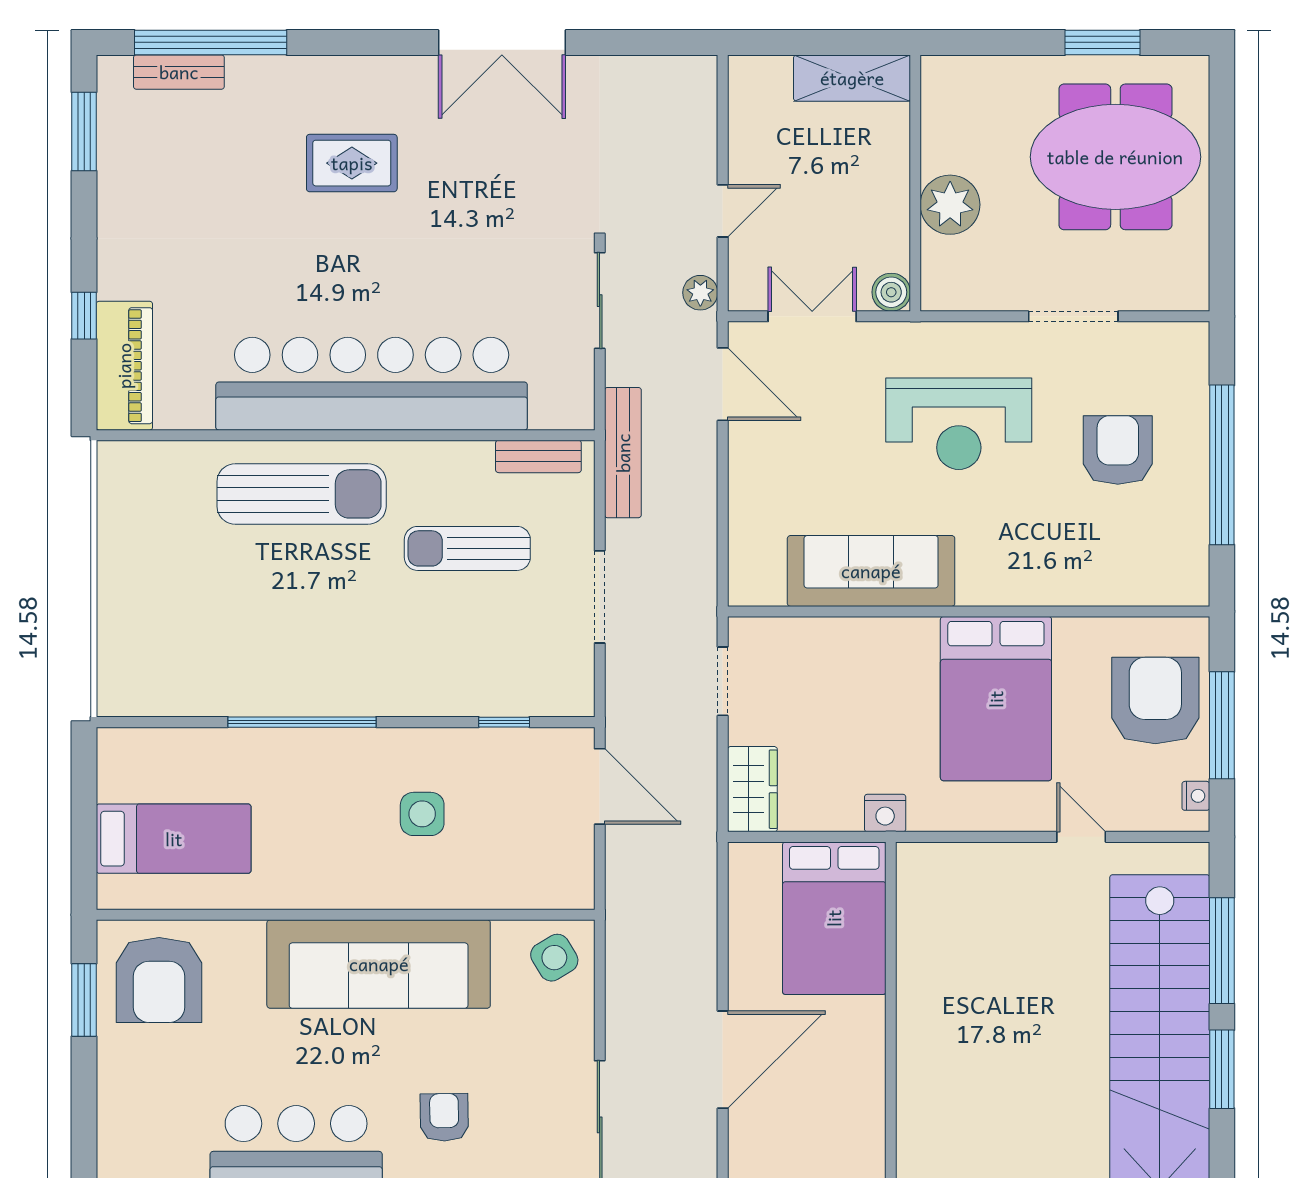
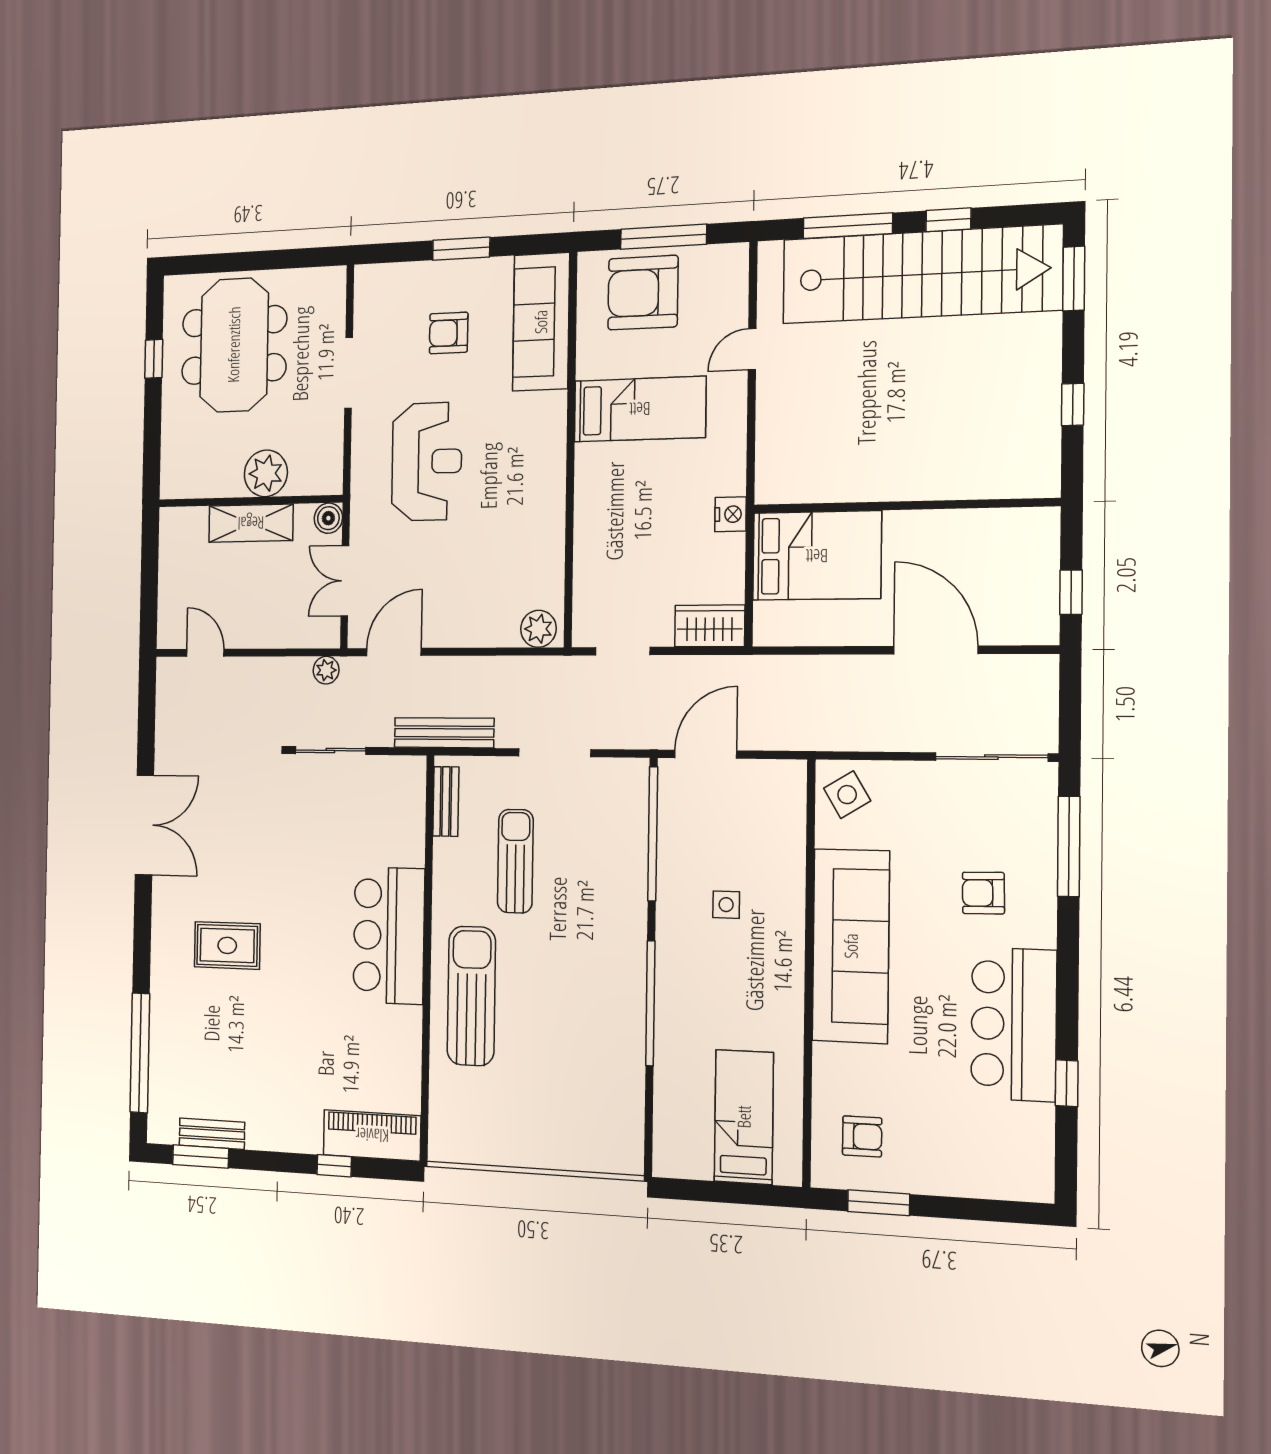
window: (1102, 42) -> (154, 359), width x0.67
bench: (179, 72) -> (212, 1134), moved, turned 90
shelving: (852, 78) -> (251, 523), moved, turned 90
rug: (352, 163) -> (227, 945), turned 90
door: (723, 211) -> (205, 653), moved
bar counter: (372, 384) -> (389, 935), width x0.54
armchair: (1118, 450) -> (449, 333), width x0.72, depth x0.72
window: (1222, 465) -> (461, 249), width x0.47
sun lounger: (467, 548) -> (515, 861), turned 180
sofa: (871, 571) -> (541, 322), moved
plant: (750, 574) -> (538, 629), added
bed: (996, 699) -> (640, 409), width x0.67
window: (504, 722) -> (653, 834), width x3.17
nightstand: (1196, 796) -> (720, 255), removed
side table: (422, 814) -> (726, 905), width x0.73, depth x0.73
armchair: (159, 980) -> (862, 1136), width x0.53, depth x0.53
window: (1222, 1069) -> (948, 220), width x0.67

